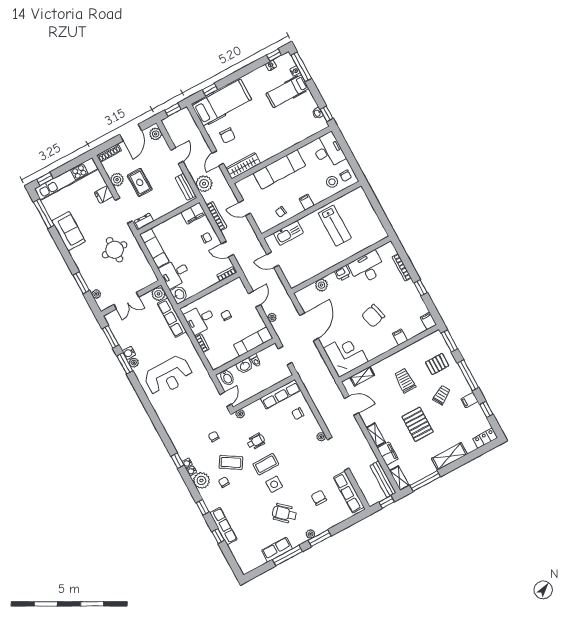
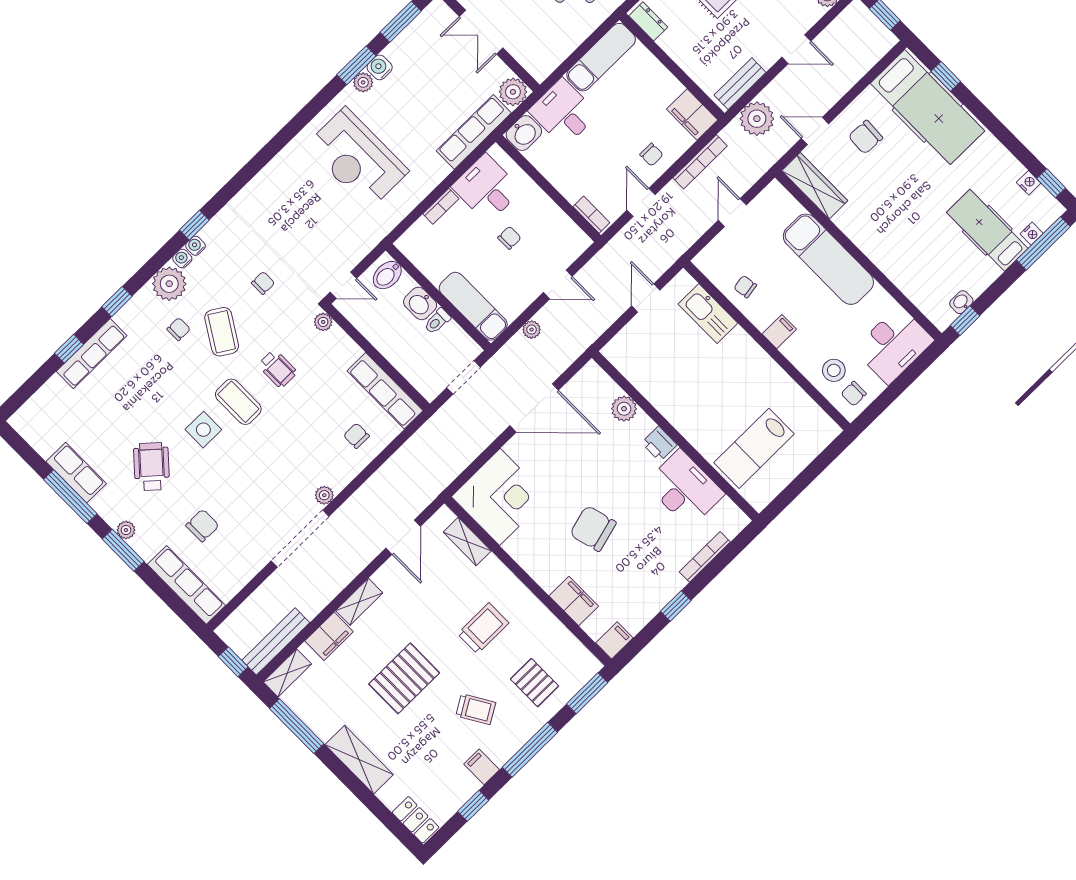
lab bench: (335, 226) -> (754, 448), moved
filing cabinet: (400, 337) -> (574, 601), width x2.00
row of seats: (349, 492) -> (186, 585), moved, turned 90

